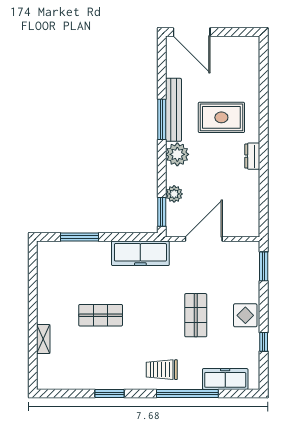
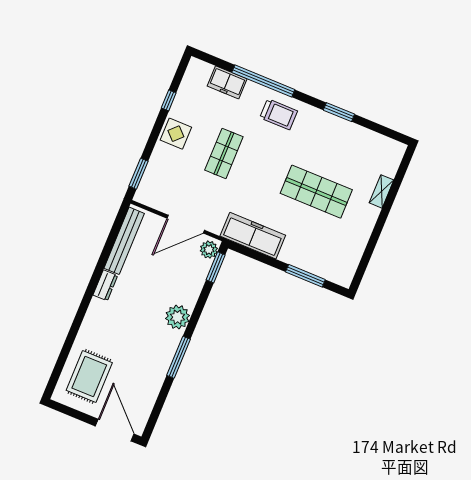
bench: (173, 110) -> (124, 241), moved
rug: (221, 117) -> (89, 376), moved, turned 90
plant: (174, 194) -> (209, 250), moved
shop shelf: (101, 315) -> (316, 192), width x1.43, depth x1.36
freezer: (225, 379) -> (227, 82), width x0.71

